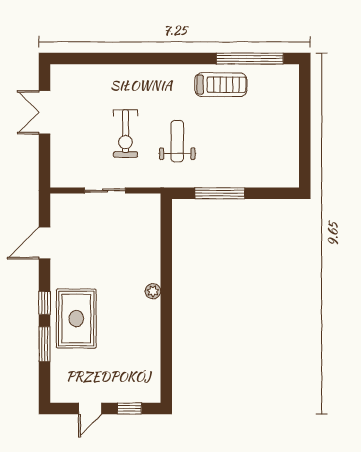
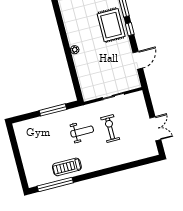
weight bench: (177, 141) -> (82, 132), turned -90

